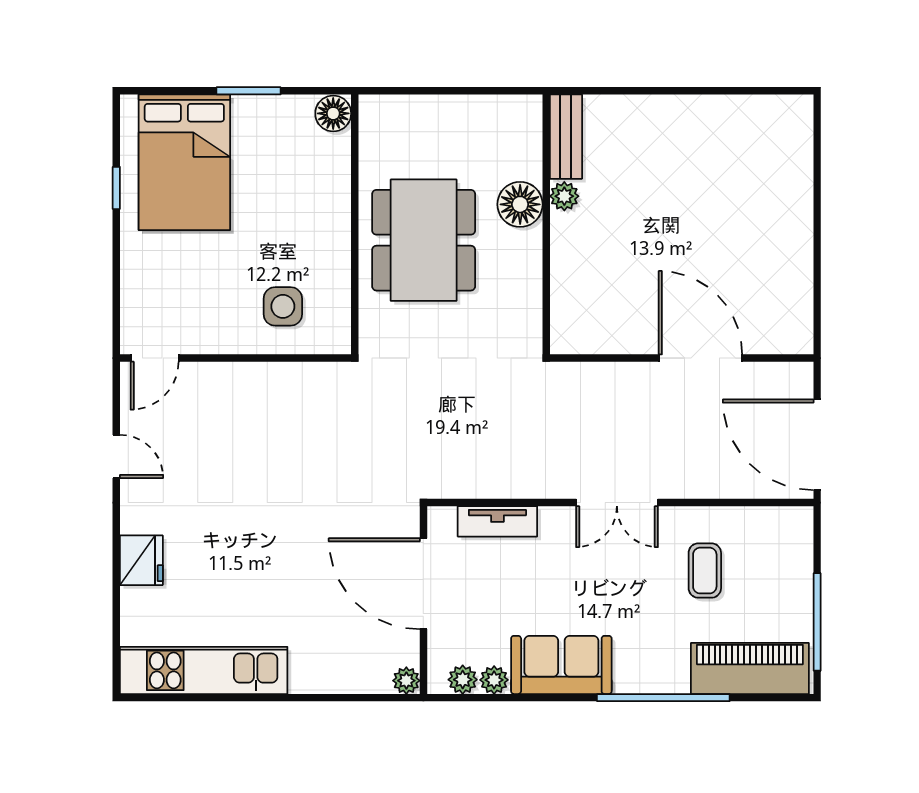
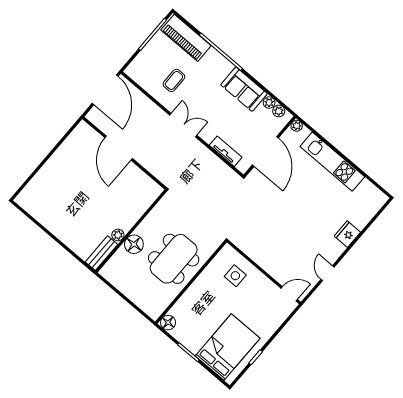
kitchen unit: (204, 670) -> (332, 162), moved

